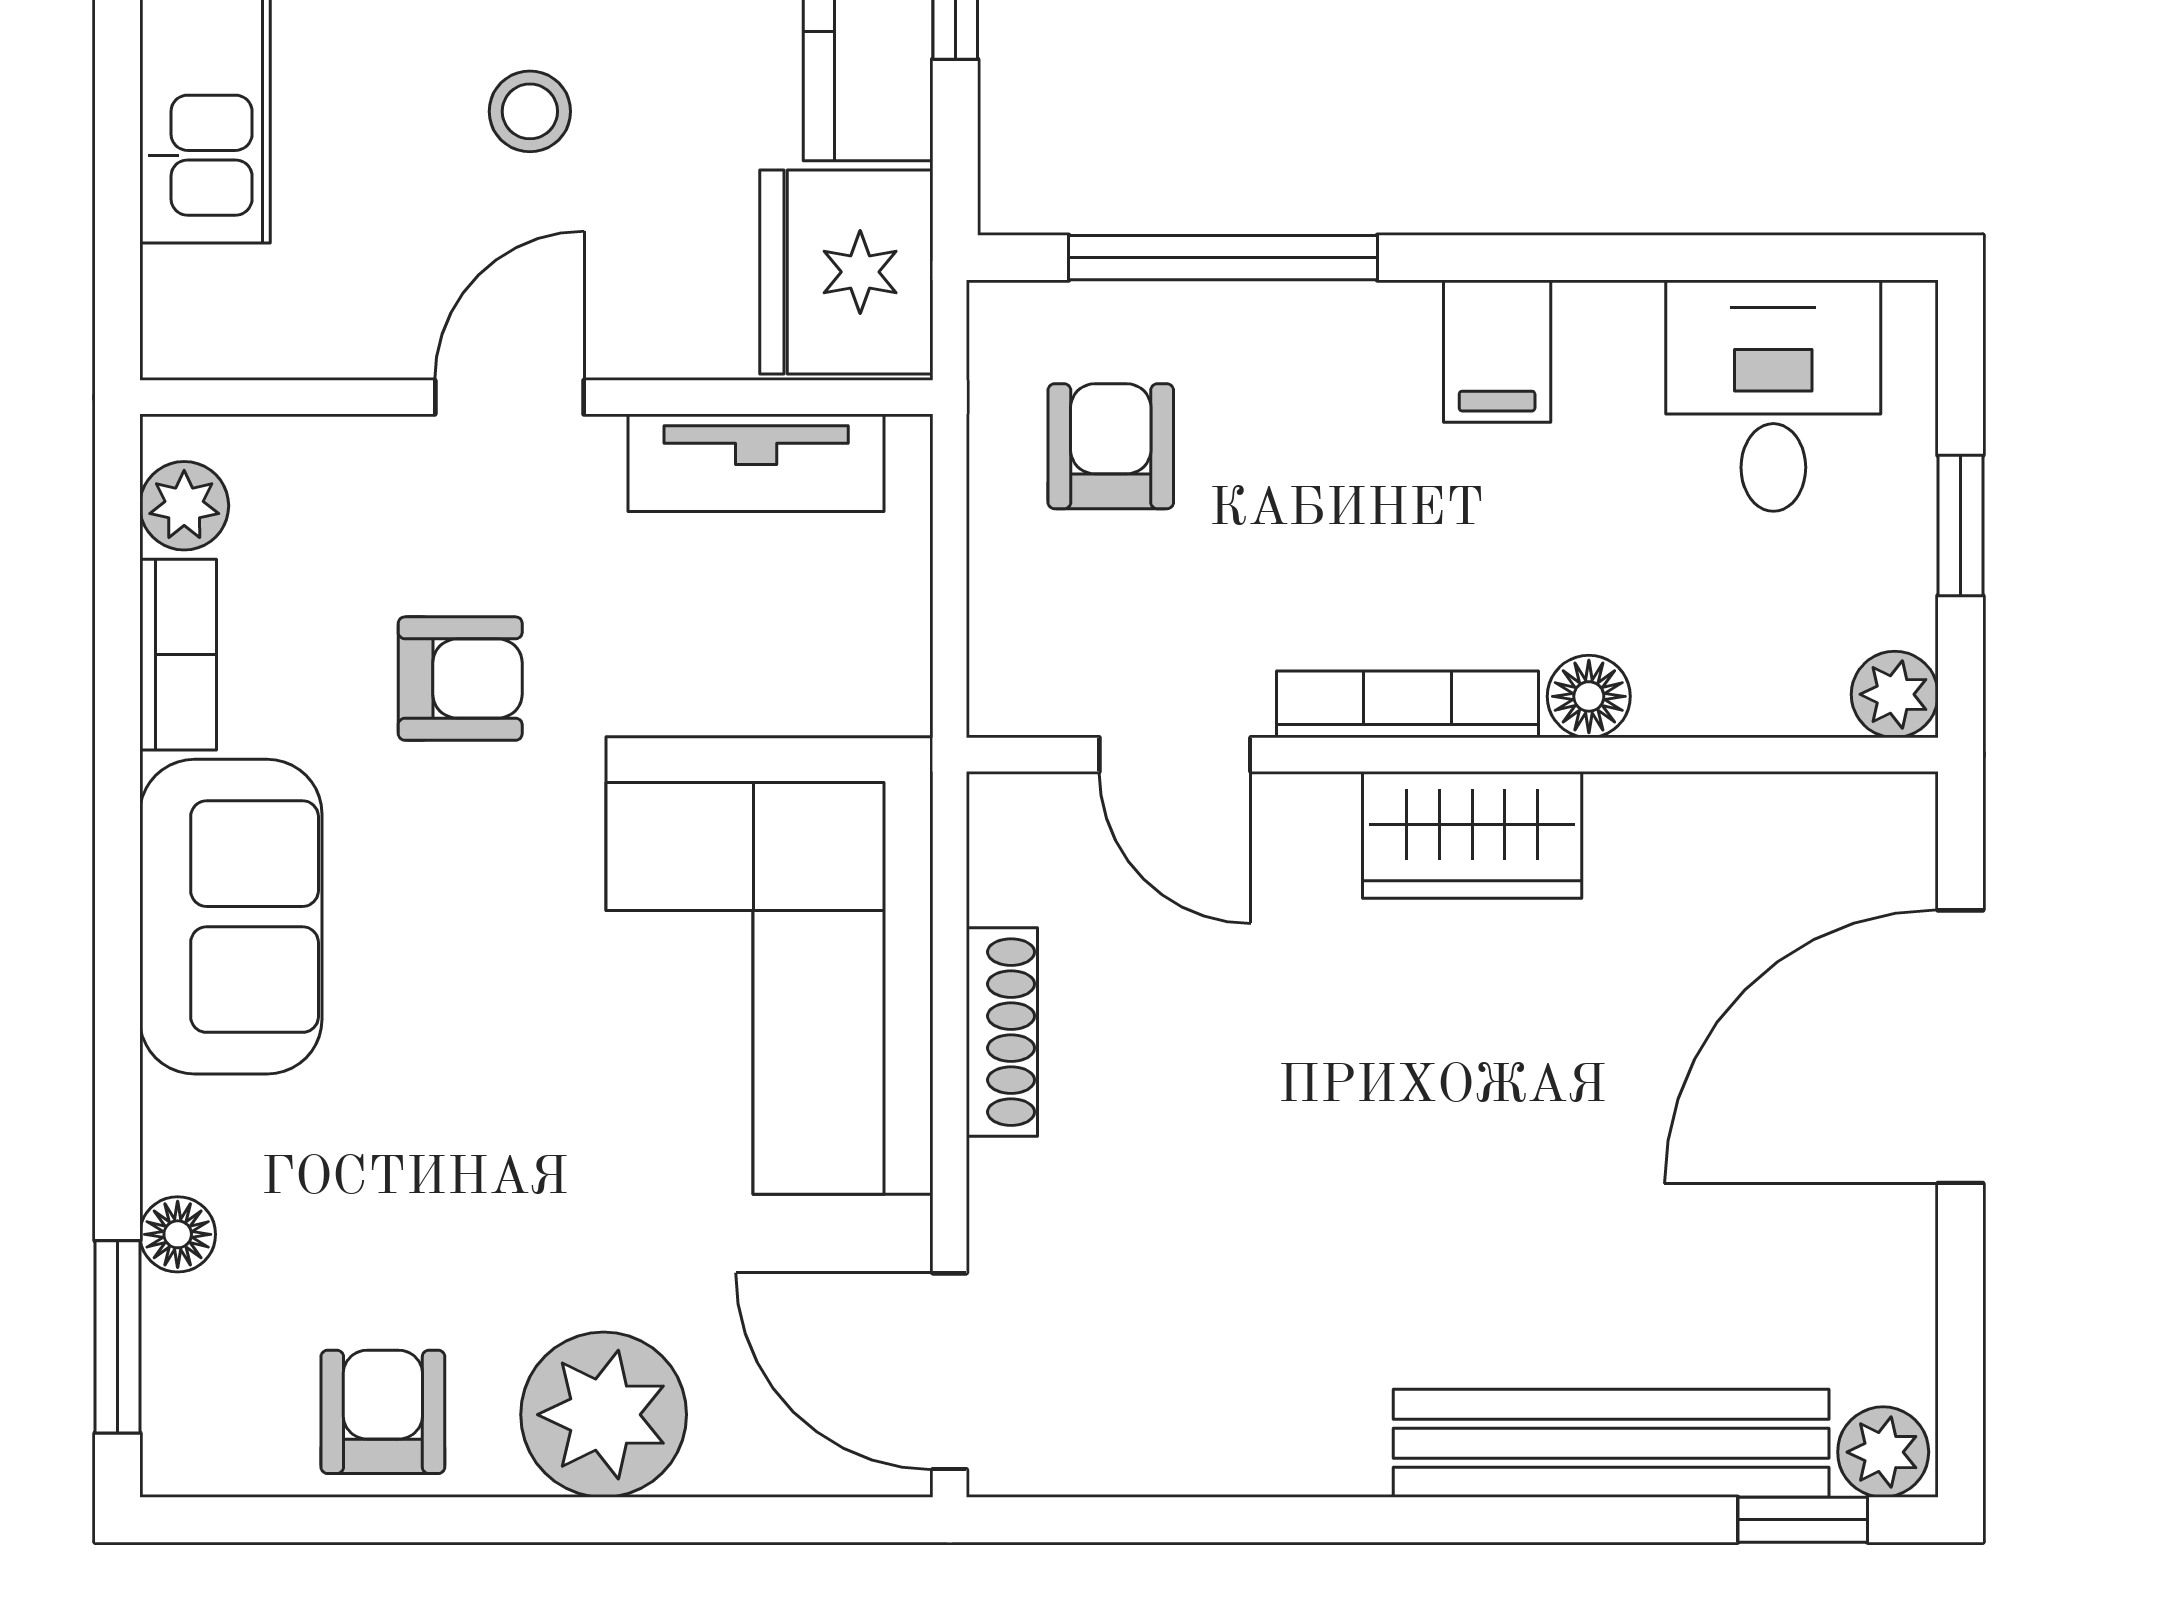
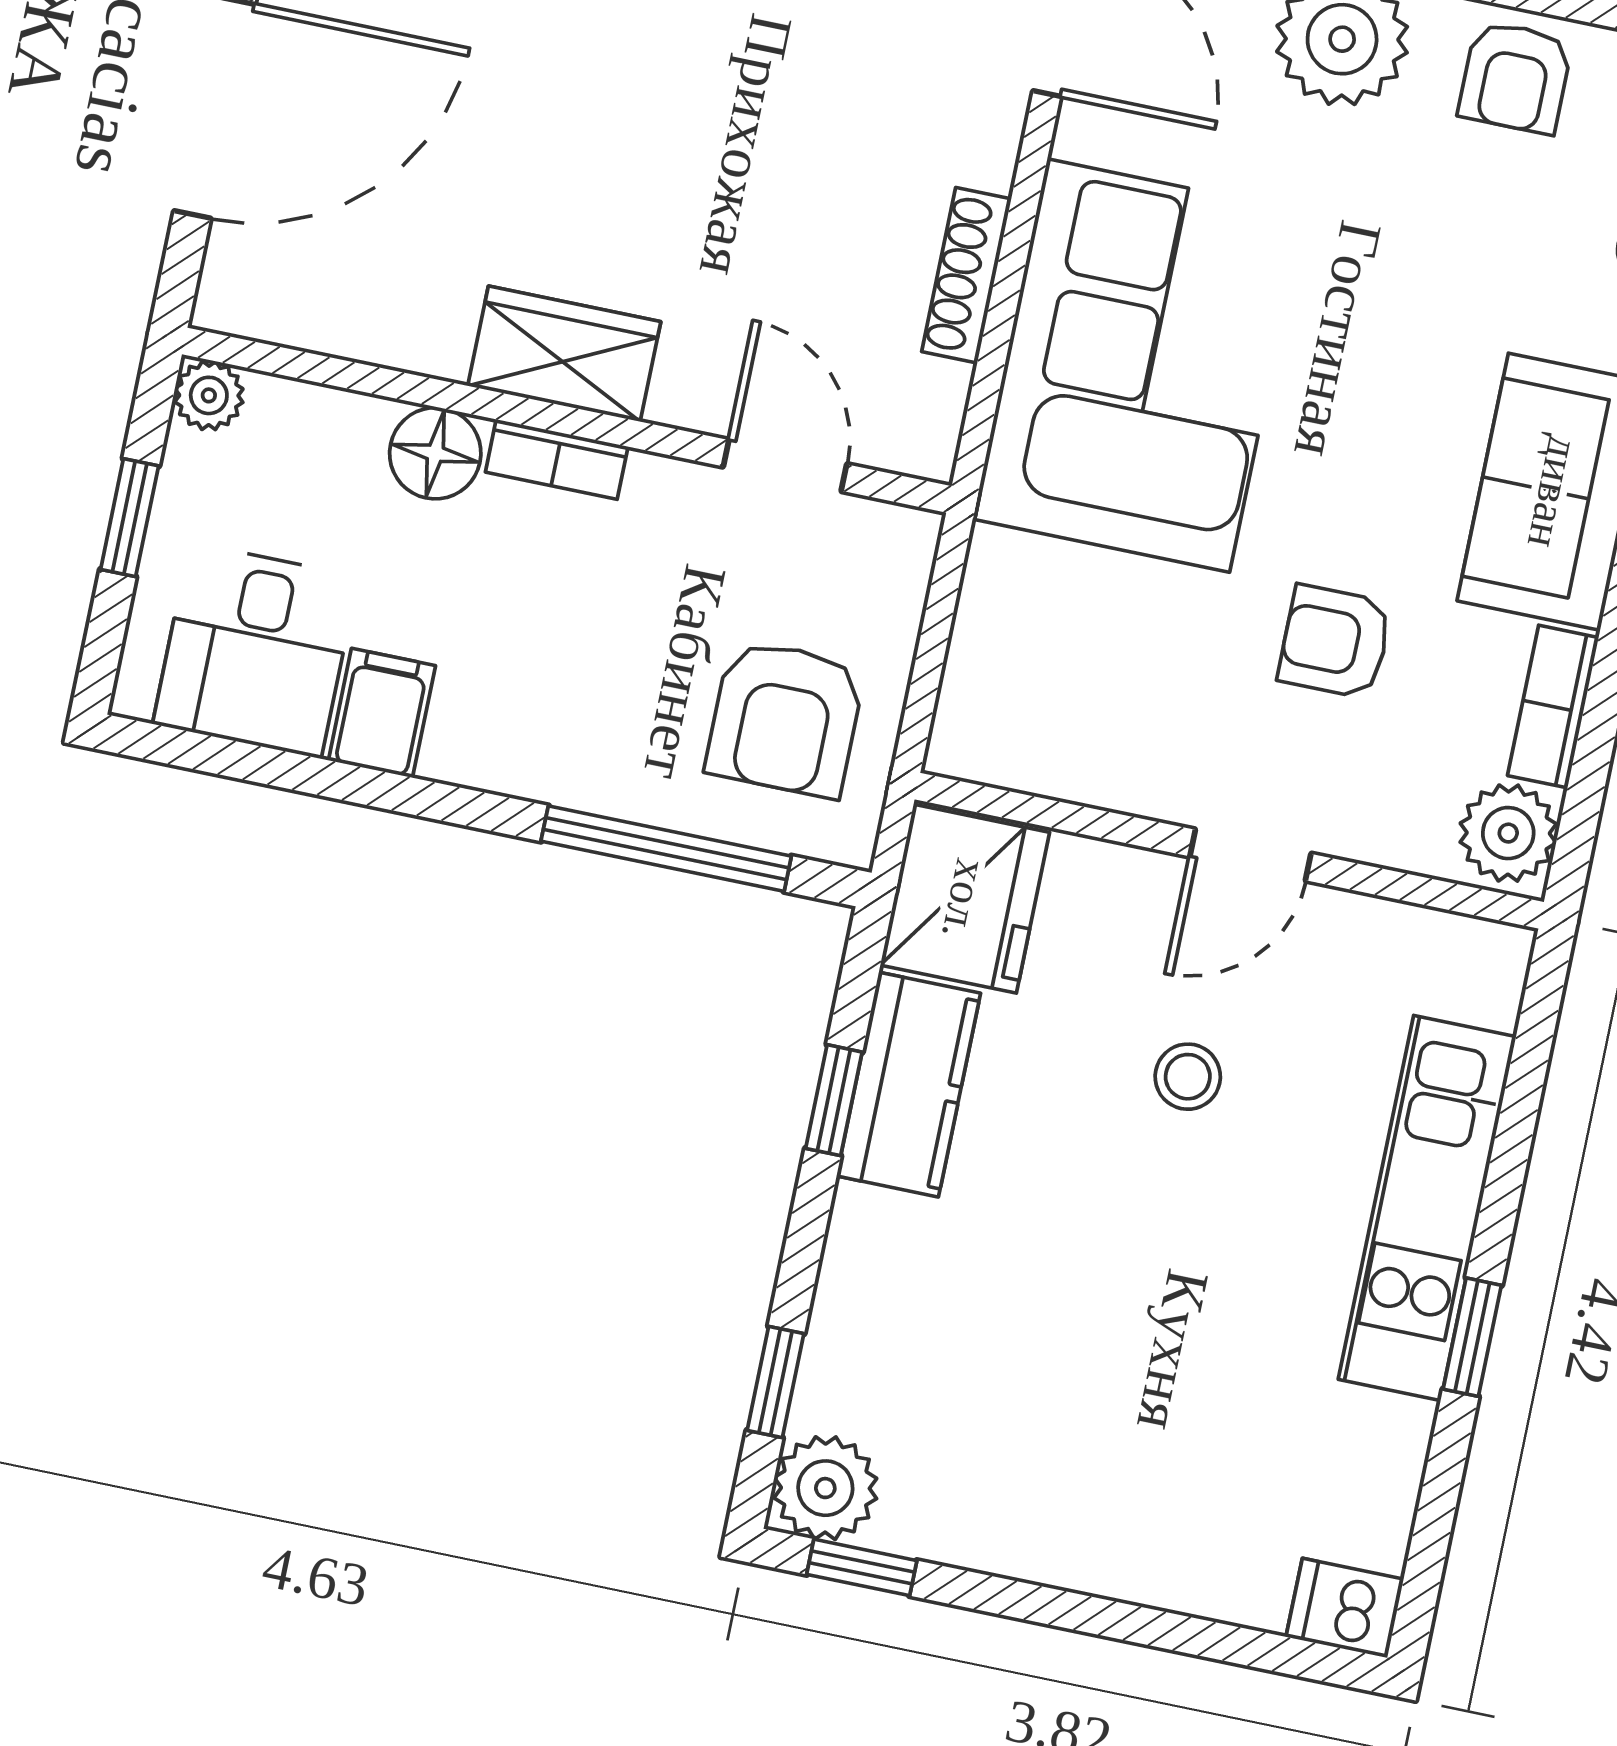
filing cabinet: (1497, 351) -> (382, 713), moved
armchair: (1111, 446) -> (785, 718), width x1.38, depth x1.38
tv unit: (756, 463) -> (1067, 763), removed
plant: (184, 506) -> (1508, 833), width x1.38, depth x1.38
floor lamp: (1589, 696) -> (435, 453), width x1.37, depth x1.37
bookcase: (1408, 704) -> (557, 459), width x0.64

